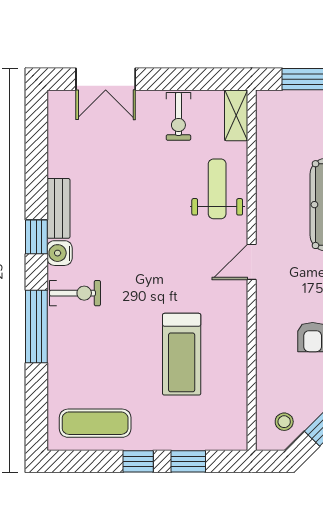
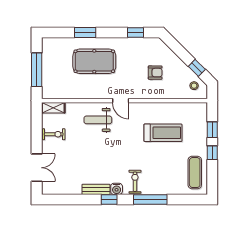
weight bench: (217, 189) -> (98, 120), moved

